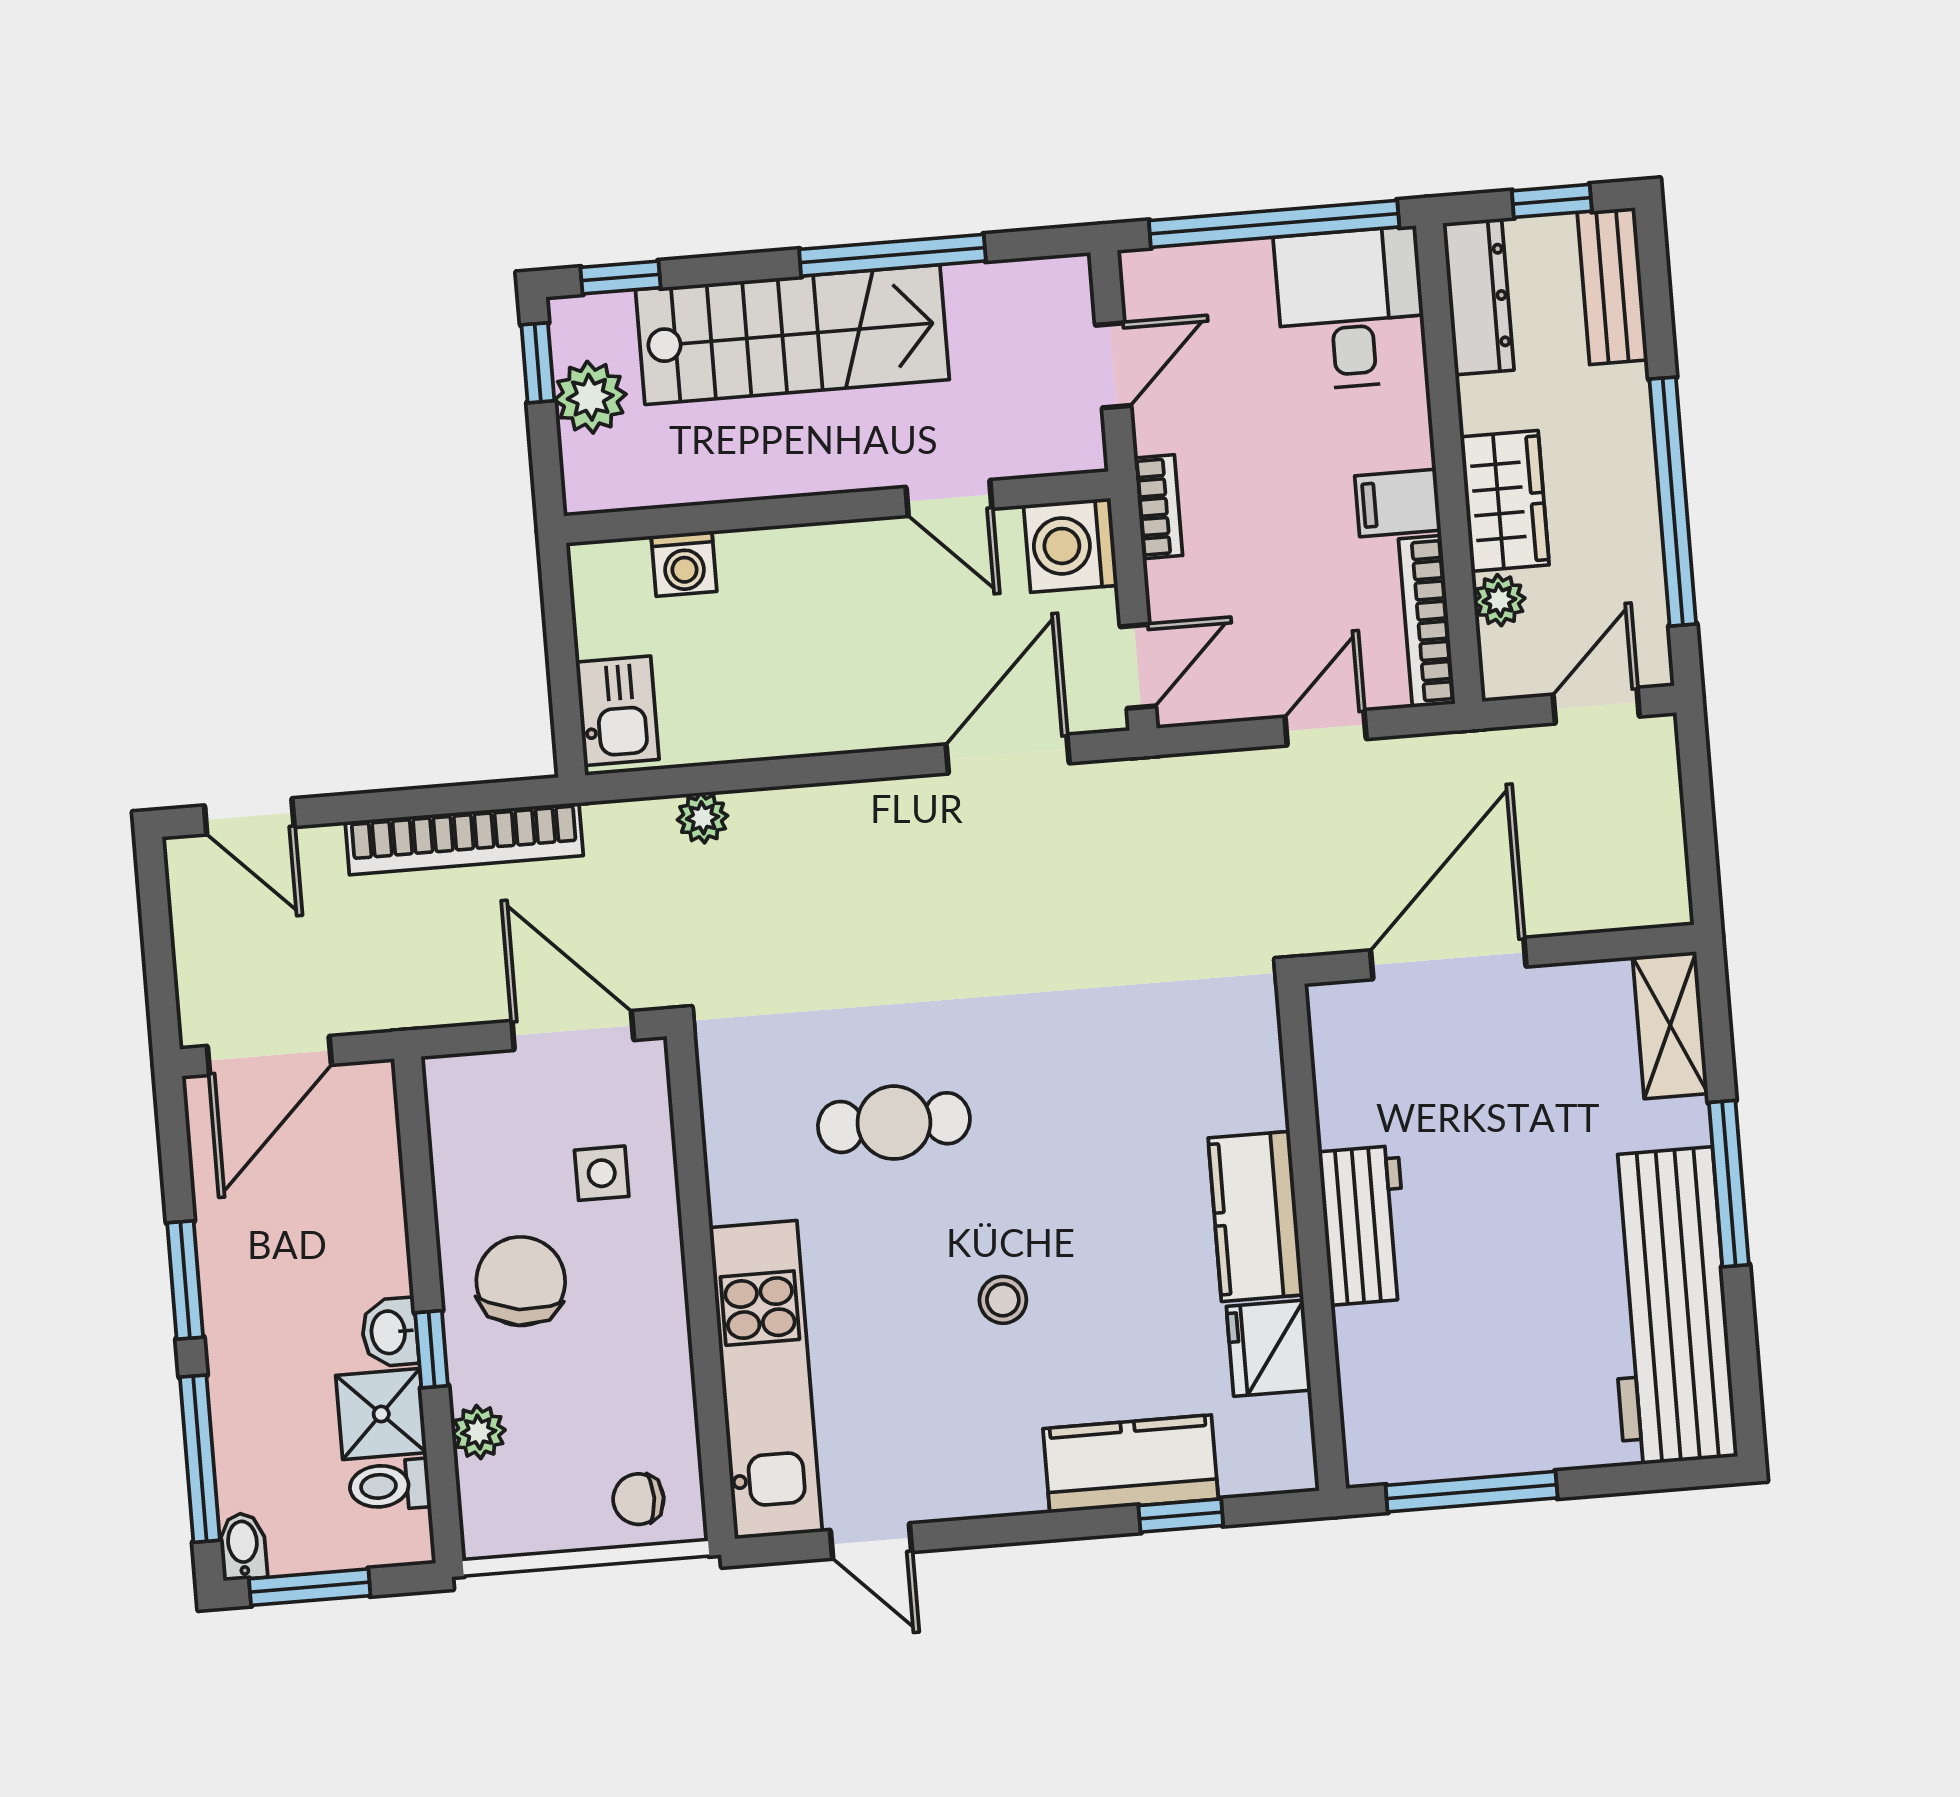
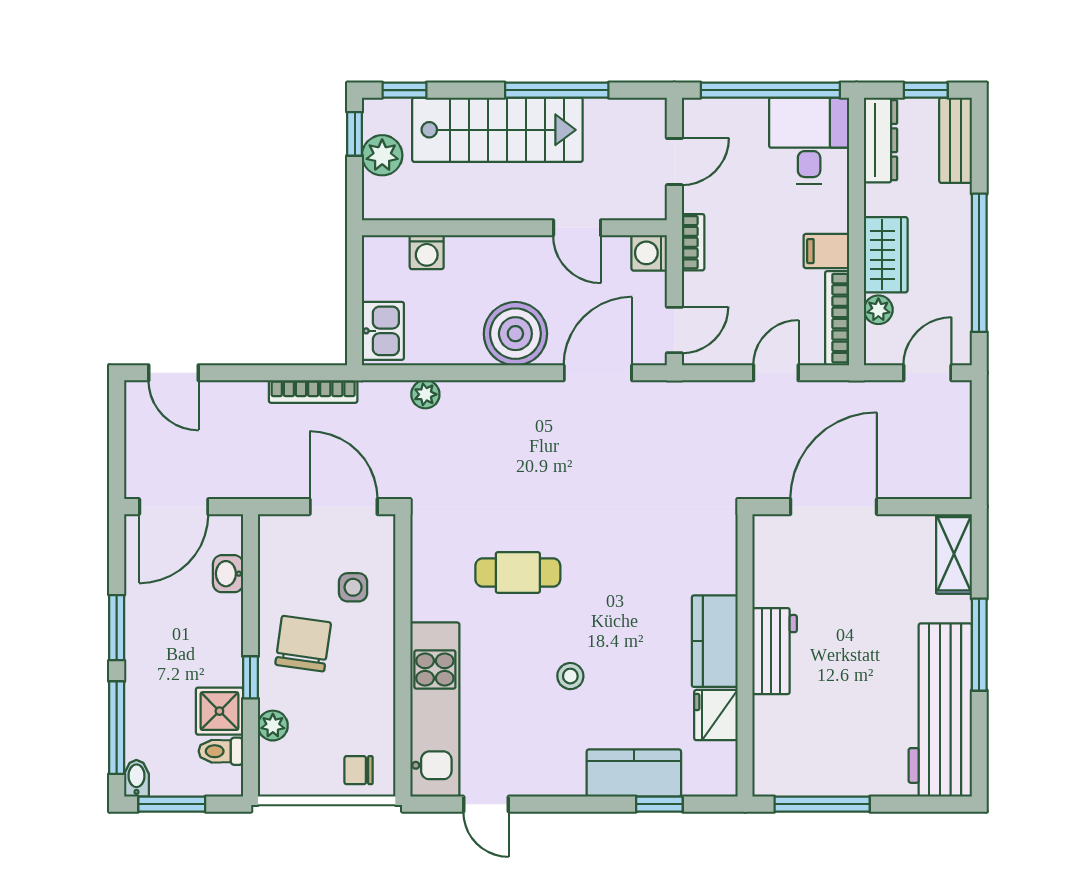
washing machine: (1071, 545) -> (649, 253), width x0.73, depth x0.73
boiler: (855, 696) -> (515, 334), added
bookcase: (464, 839) -> (313, 392), width x0.68, depth x0.76
washbasin: (390, 1332) -> (228, 574), moved

